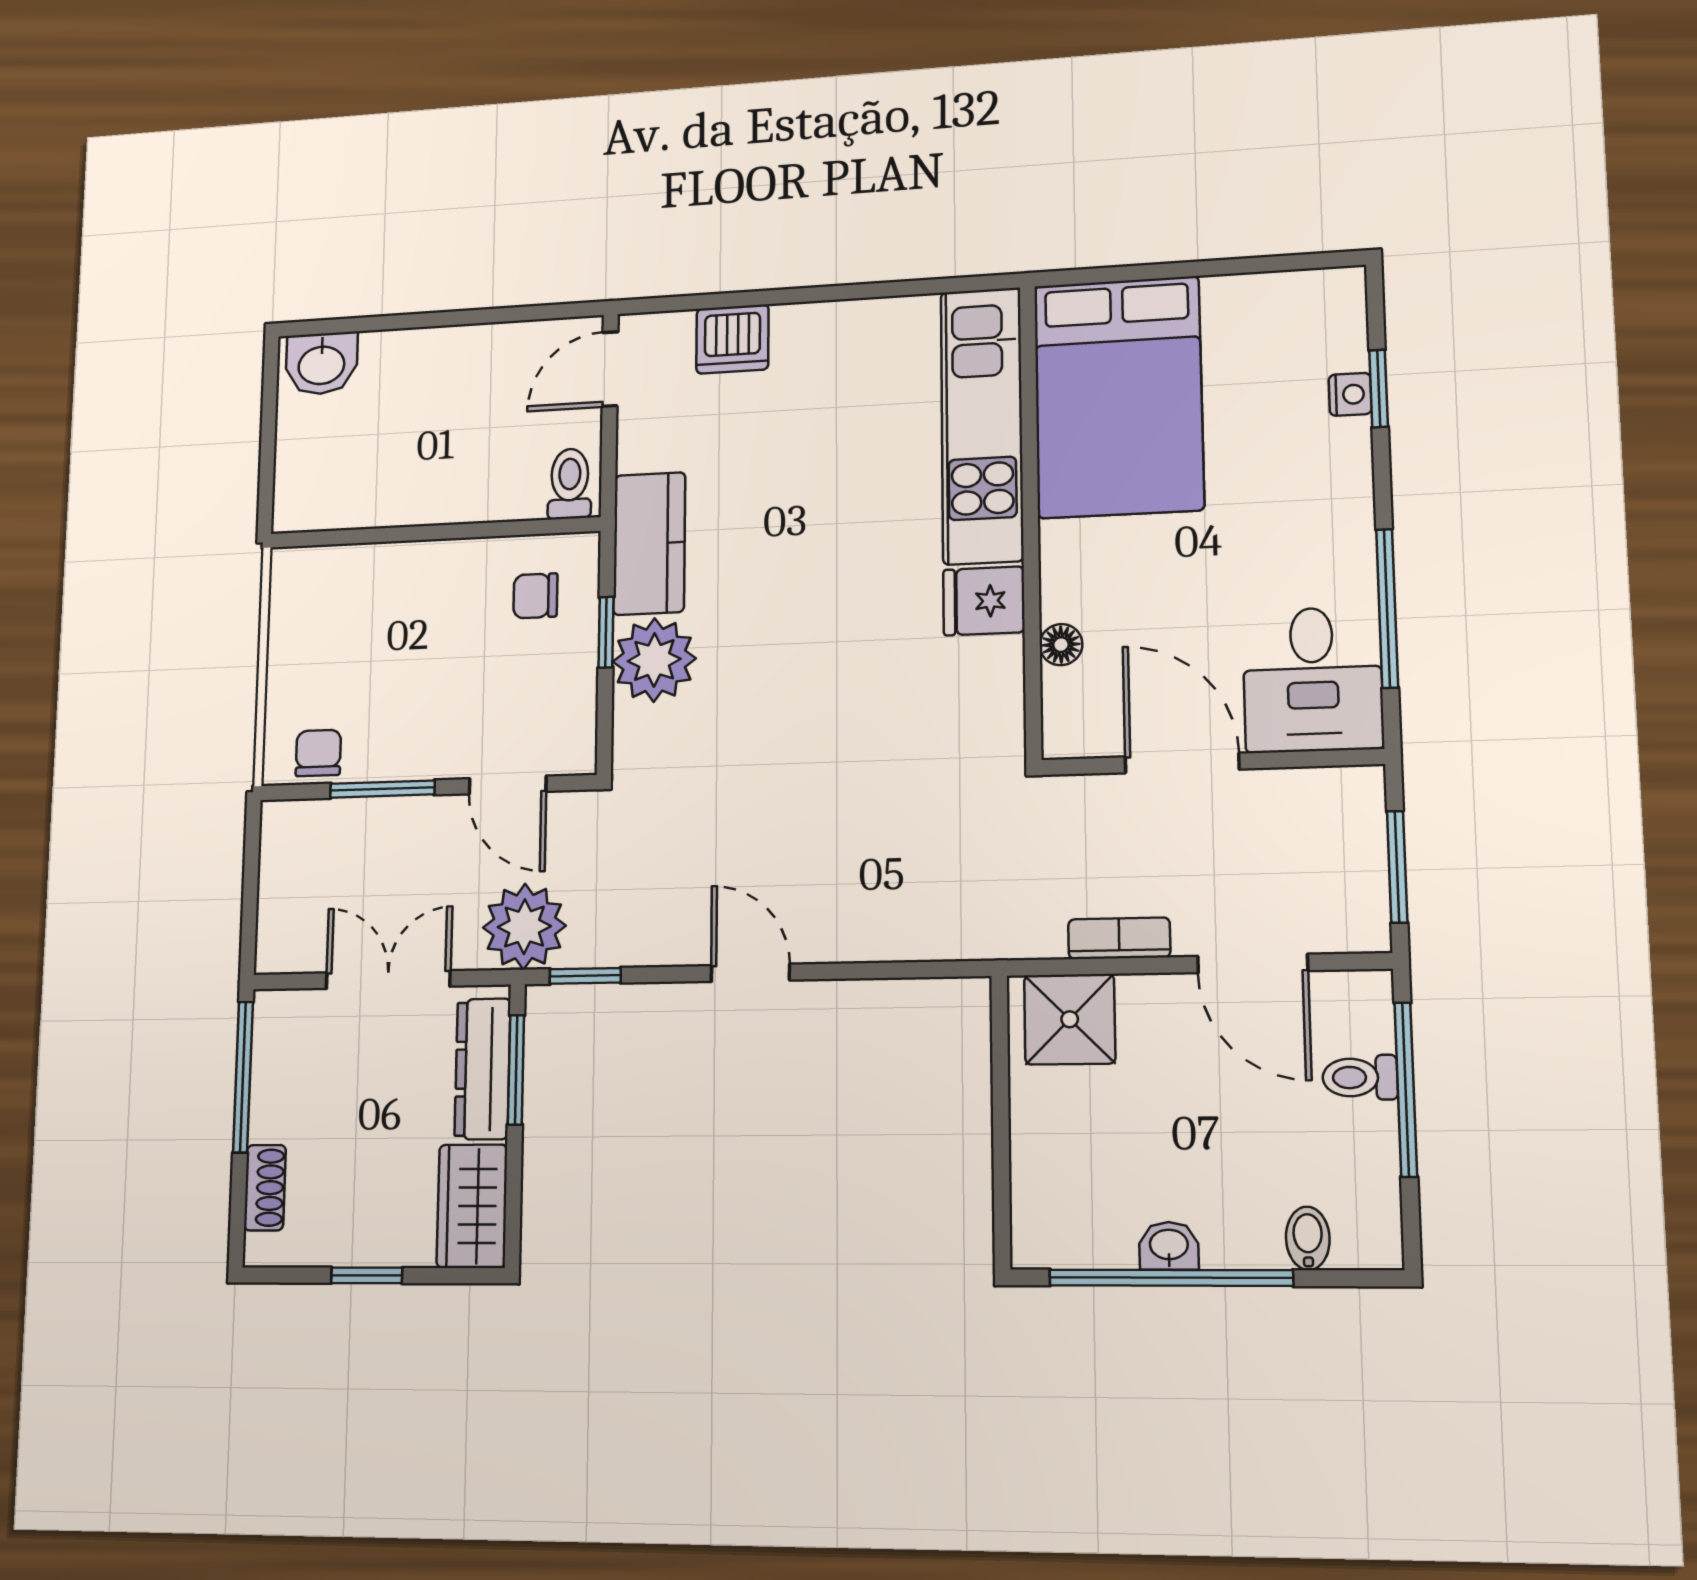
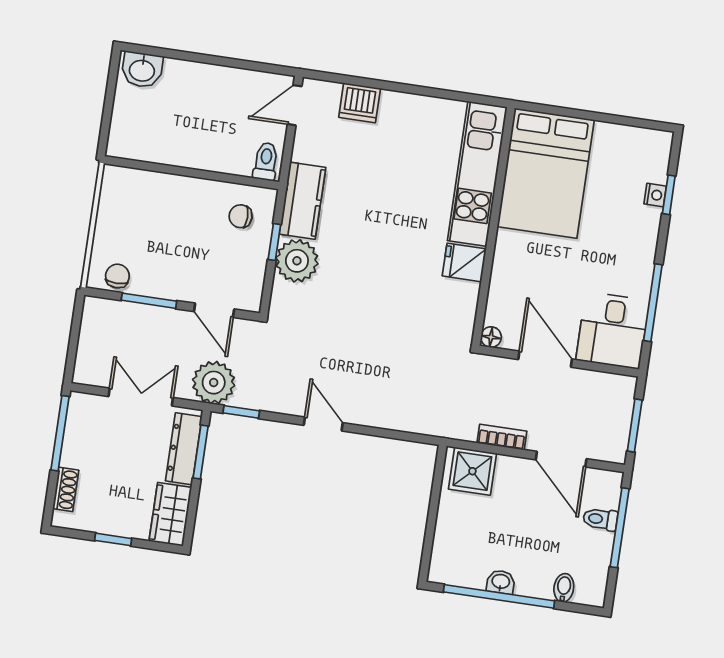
floor lamp: (1061, 645) -> (491, 337), moved

